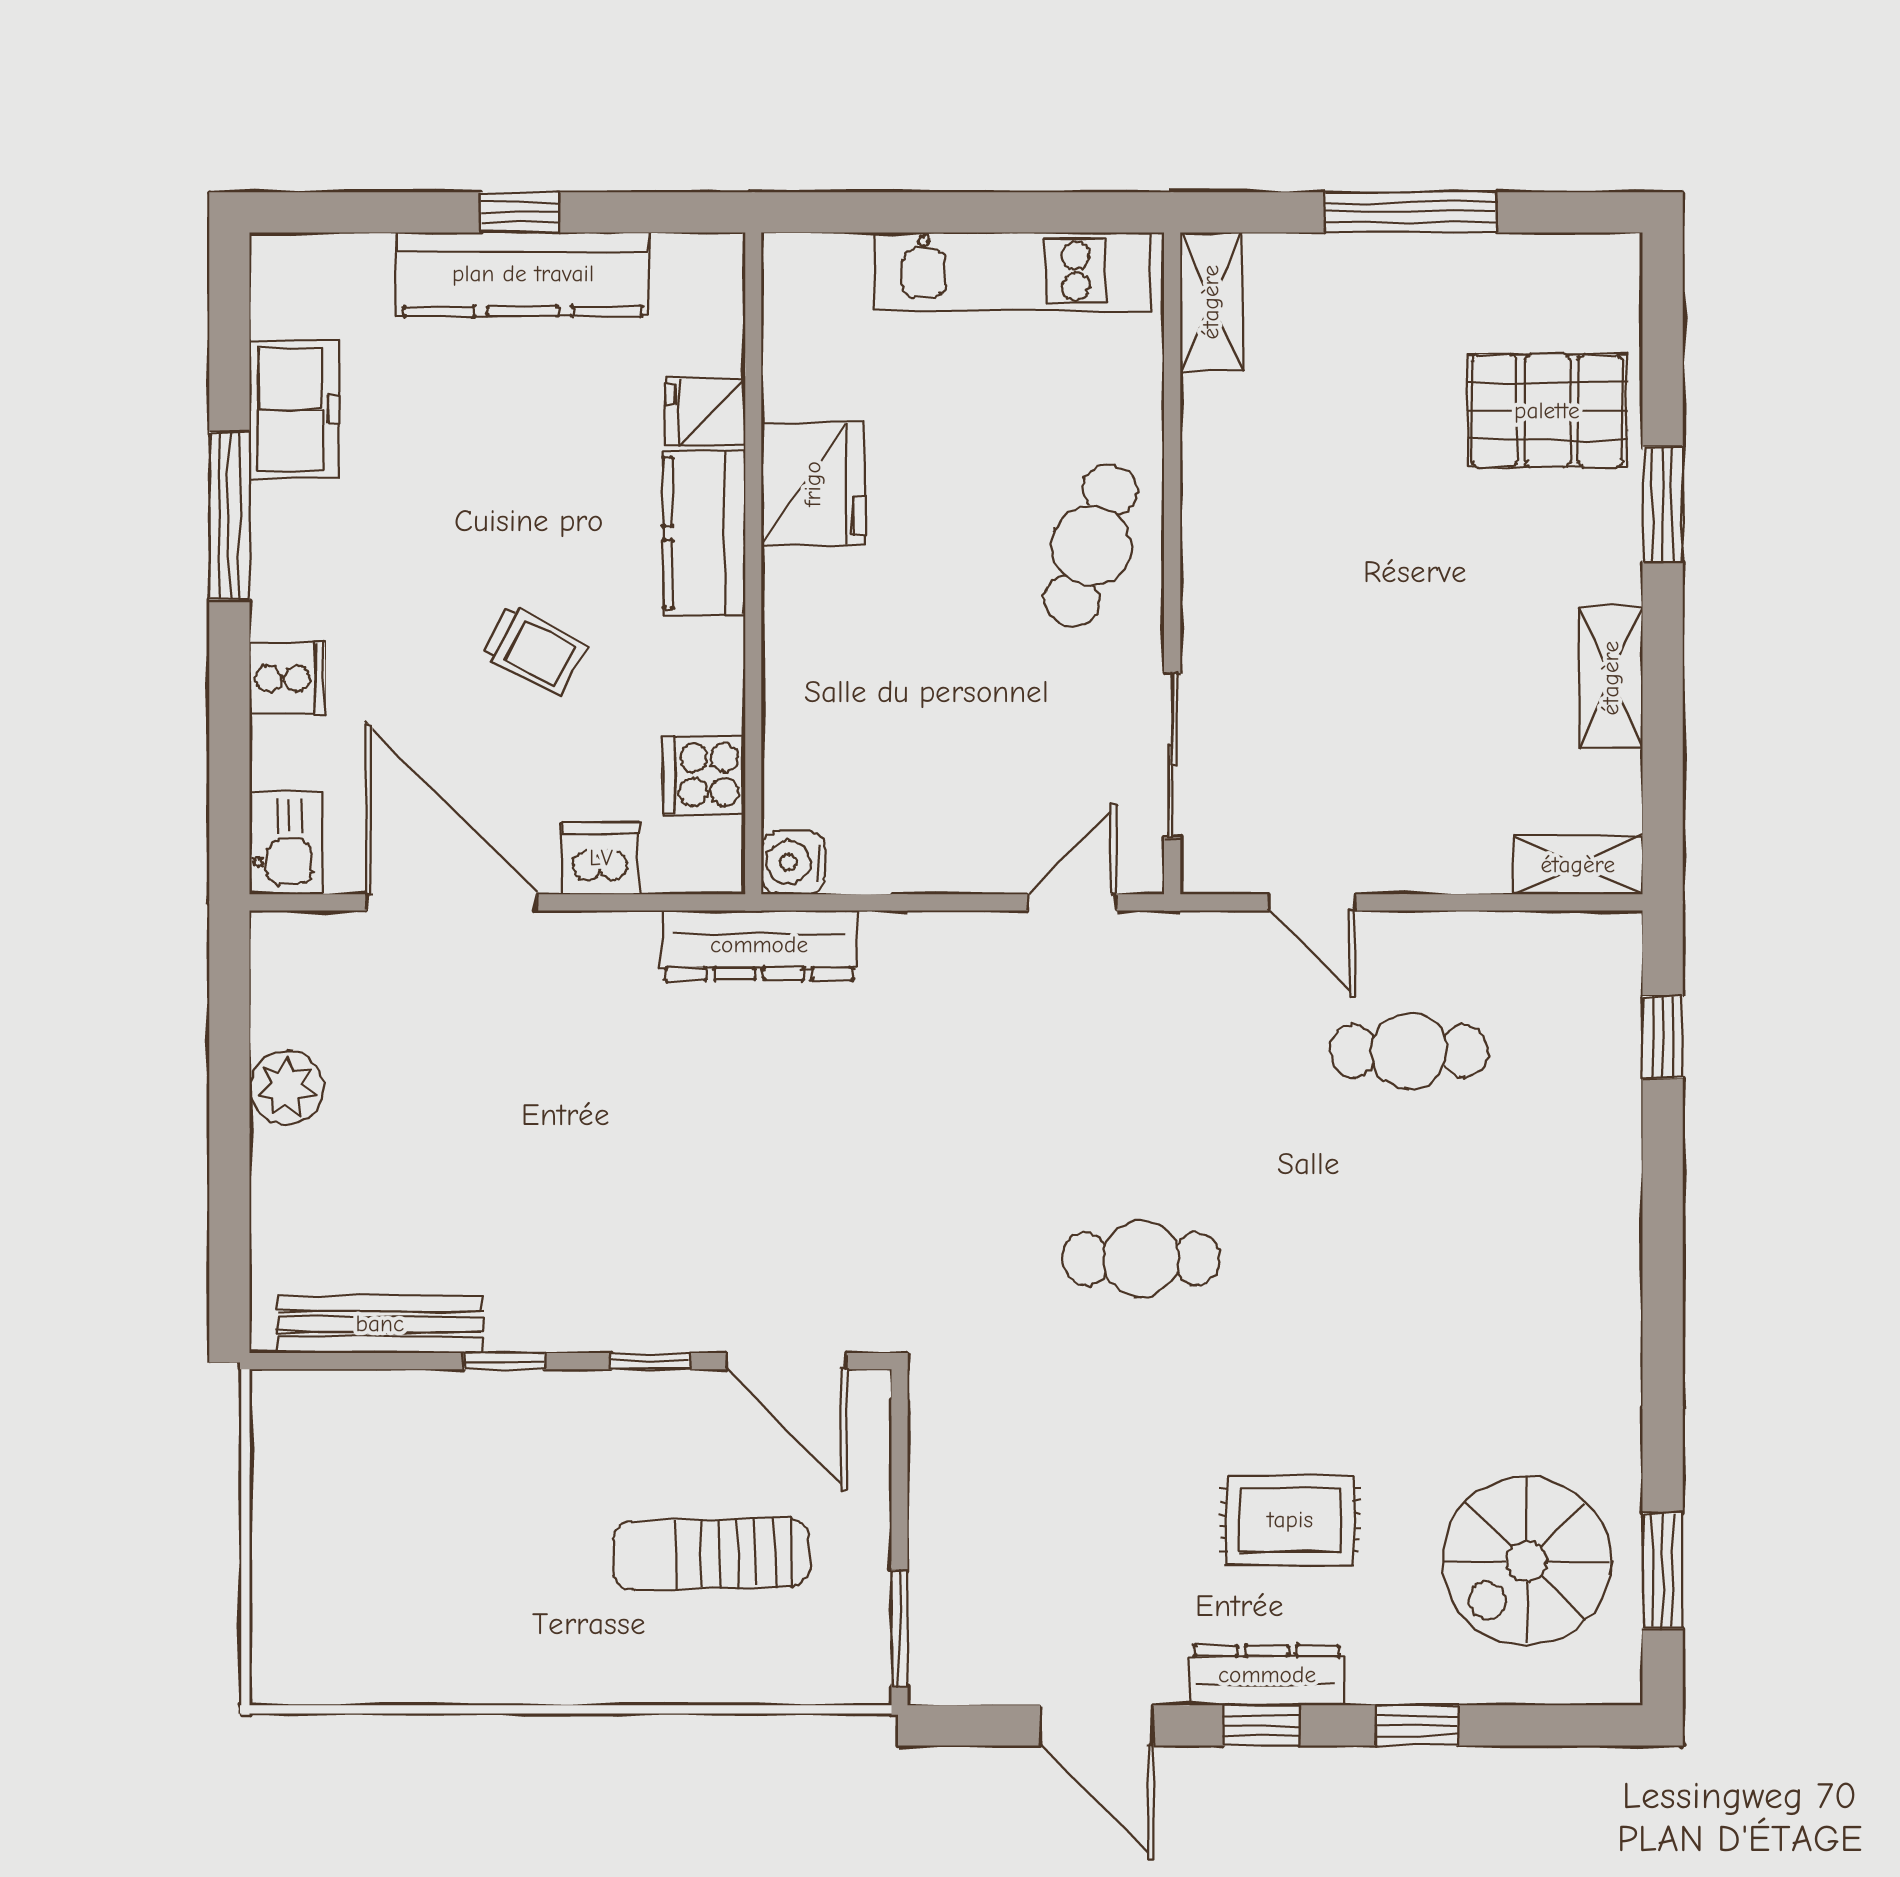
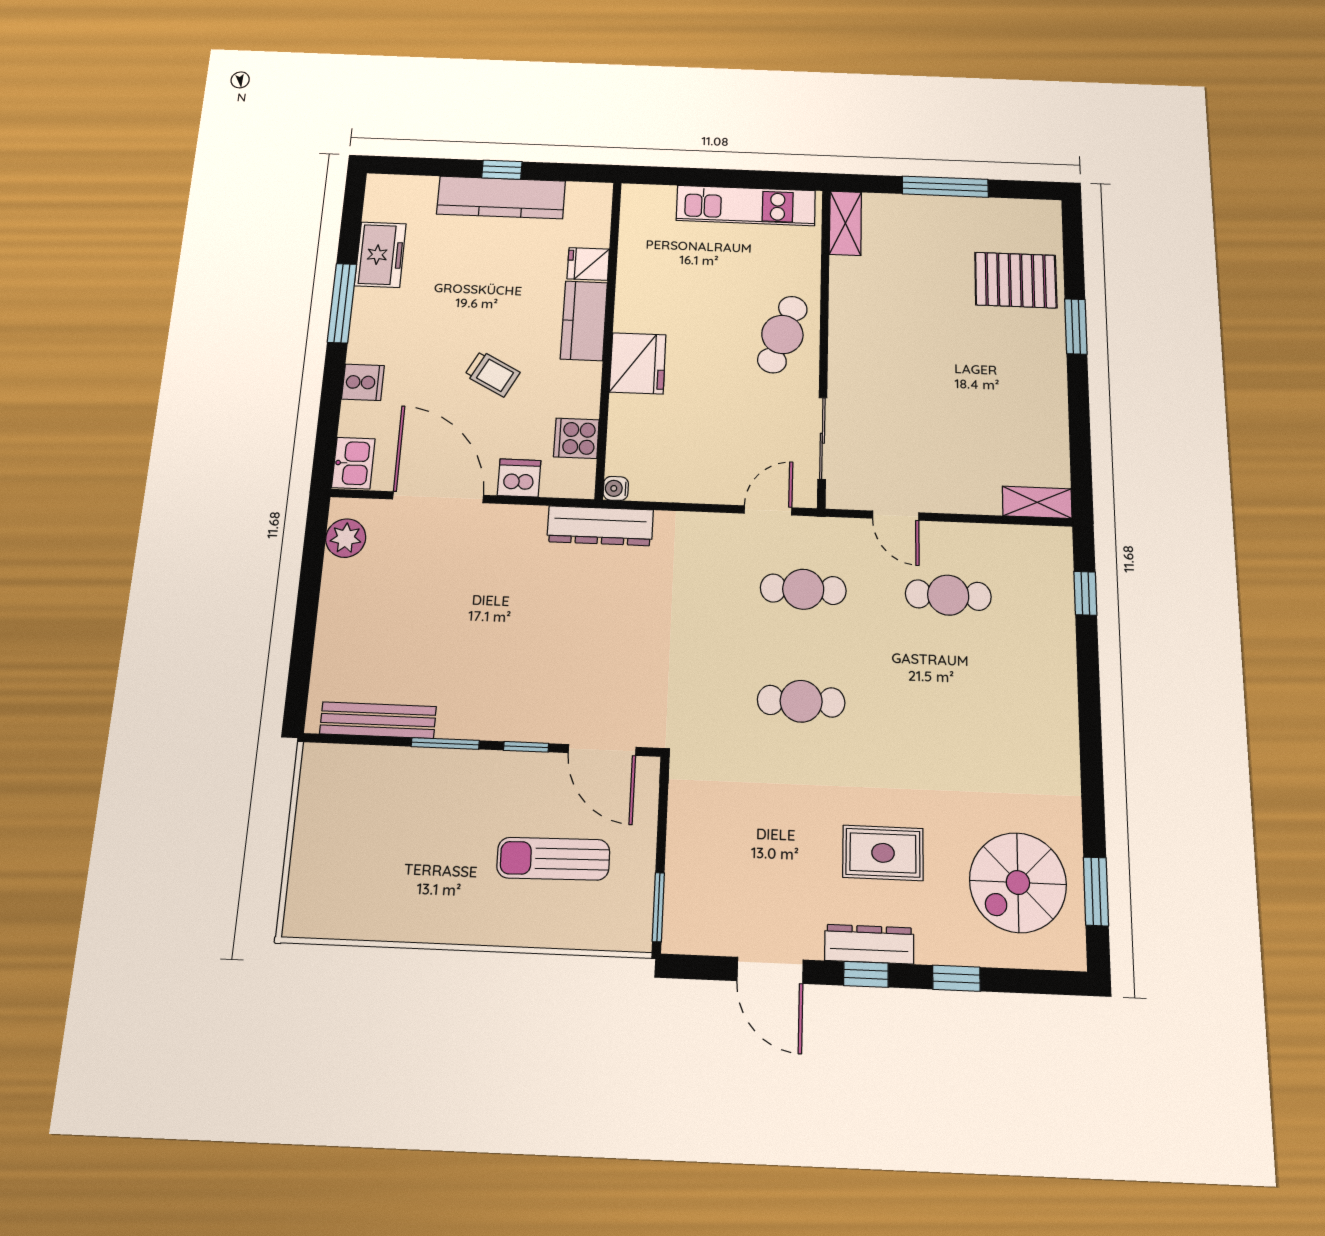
fridge: (813, 484) -> (638, 363), moved
shelving: (1611, 678) -> (1052, 409), removed
water cooler: (793, 862) -> (616, 488), width x0.72, depth x0.72
cafe table: (1141, 1051) -> (803, 589), added
plant: (287, 1088) -> (346, 538), moved
window: (505, 1361) -> (445, 743), width x1.50

